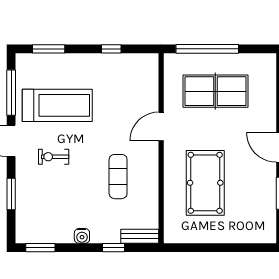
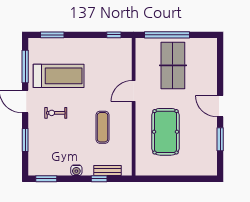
window: (111, 49) -> (114, 35), moved
table tennis table: (215, 91) -> (173, 65), turned 90
bench: (140, 236) -> (107, 170), moved

